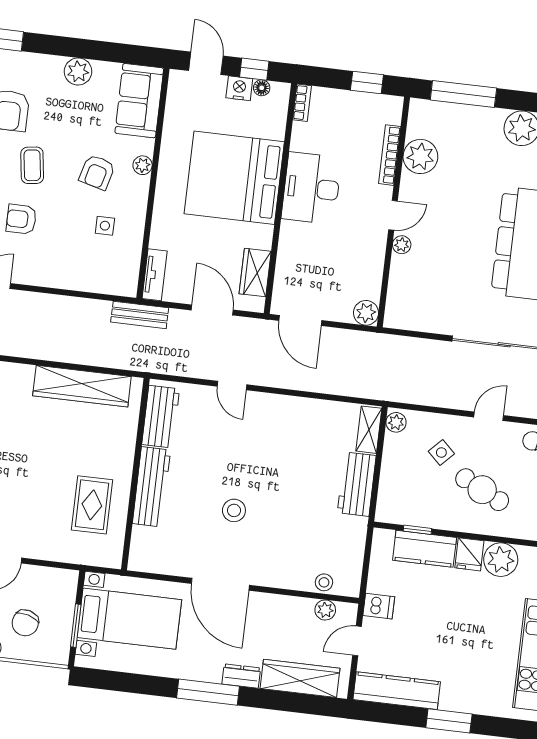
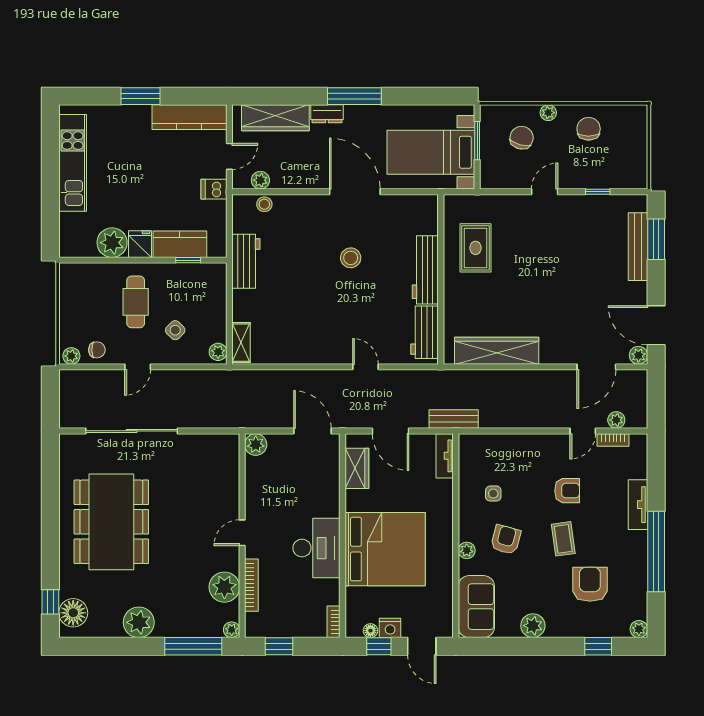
plant: (402, 245) -> (232, 630), moved
workbench: (357, 484) -> (246, 261), moved
cafe table: (482, 490) -> (136, 302), turned 63

